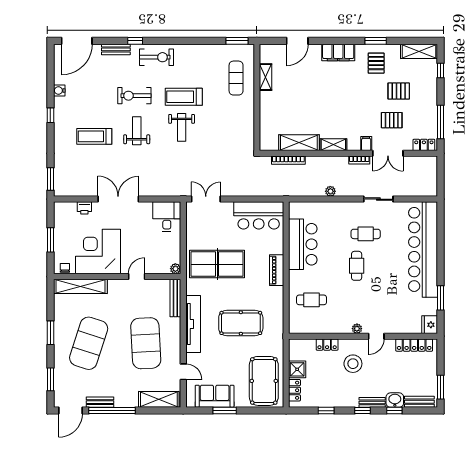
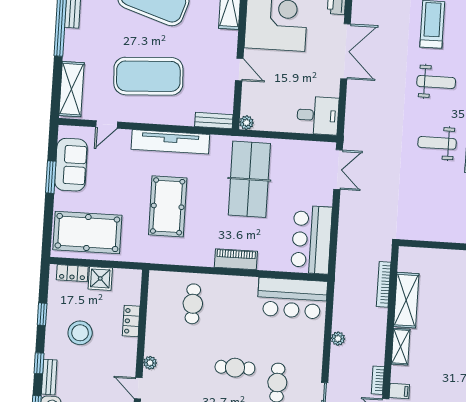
bar counter: (303, 244) -> (292, 298), moved
bench: (175, 298) -> (214, 121), width x0.73
stool: (353, 364) -> (80, 333), moved

